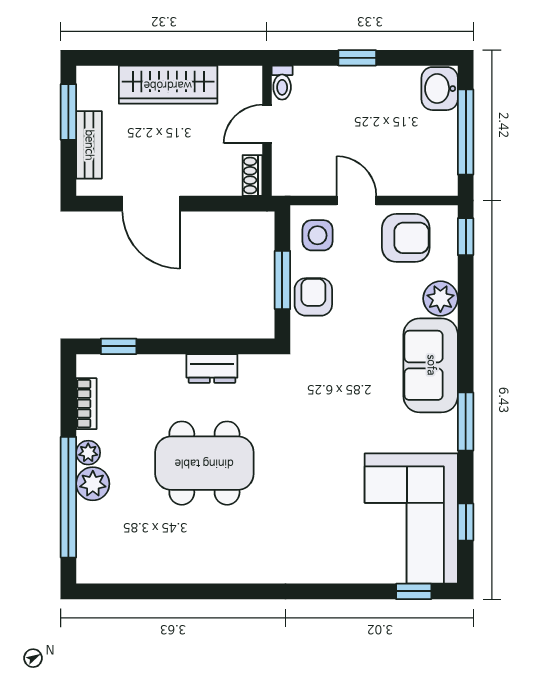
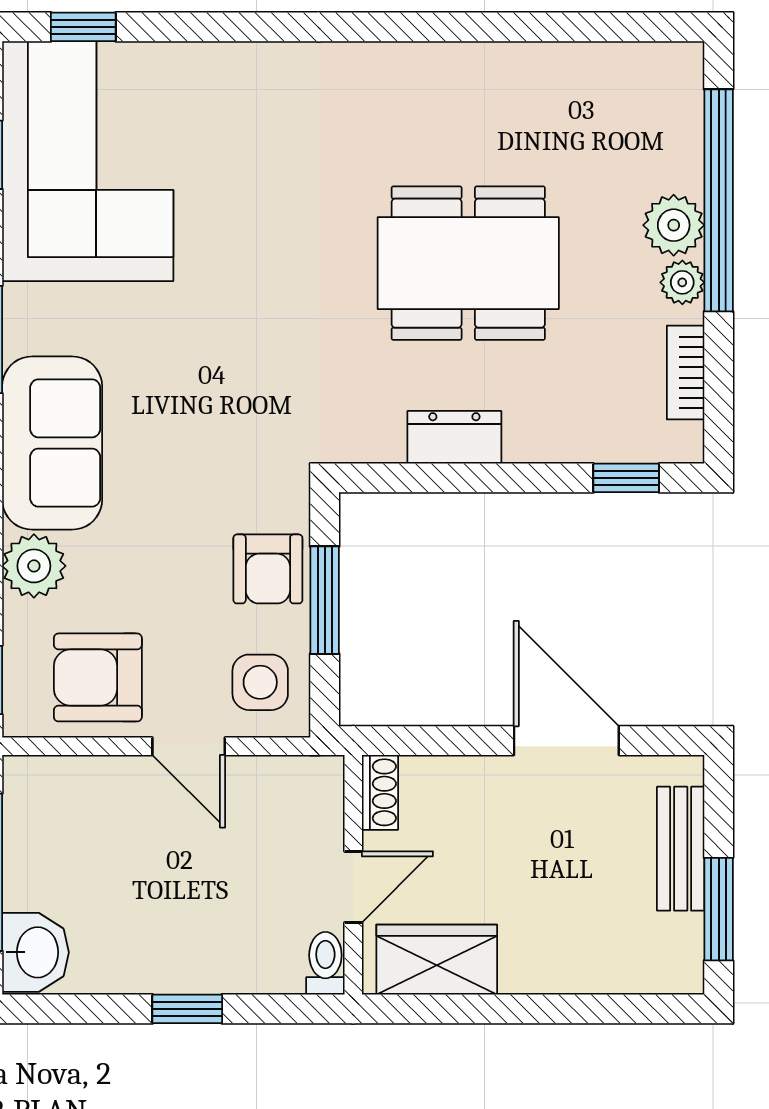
wardrobe: (168, 85) -> (437, 960), moved, width x0.67

